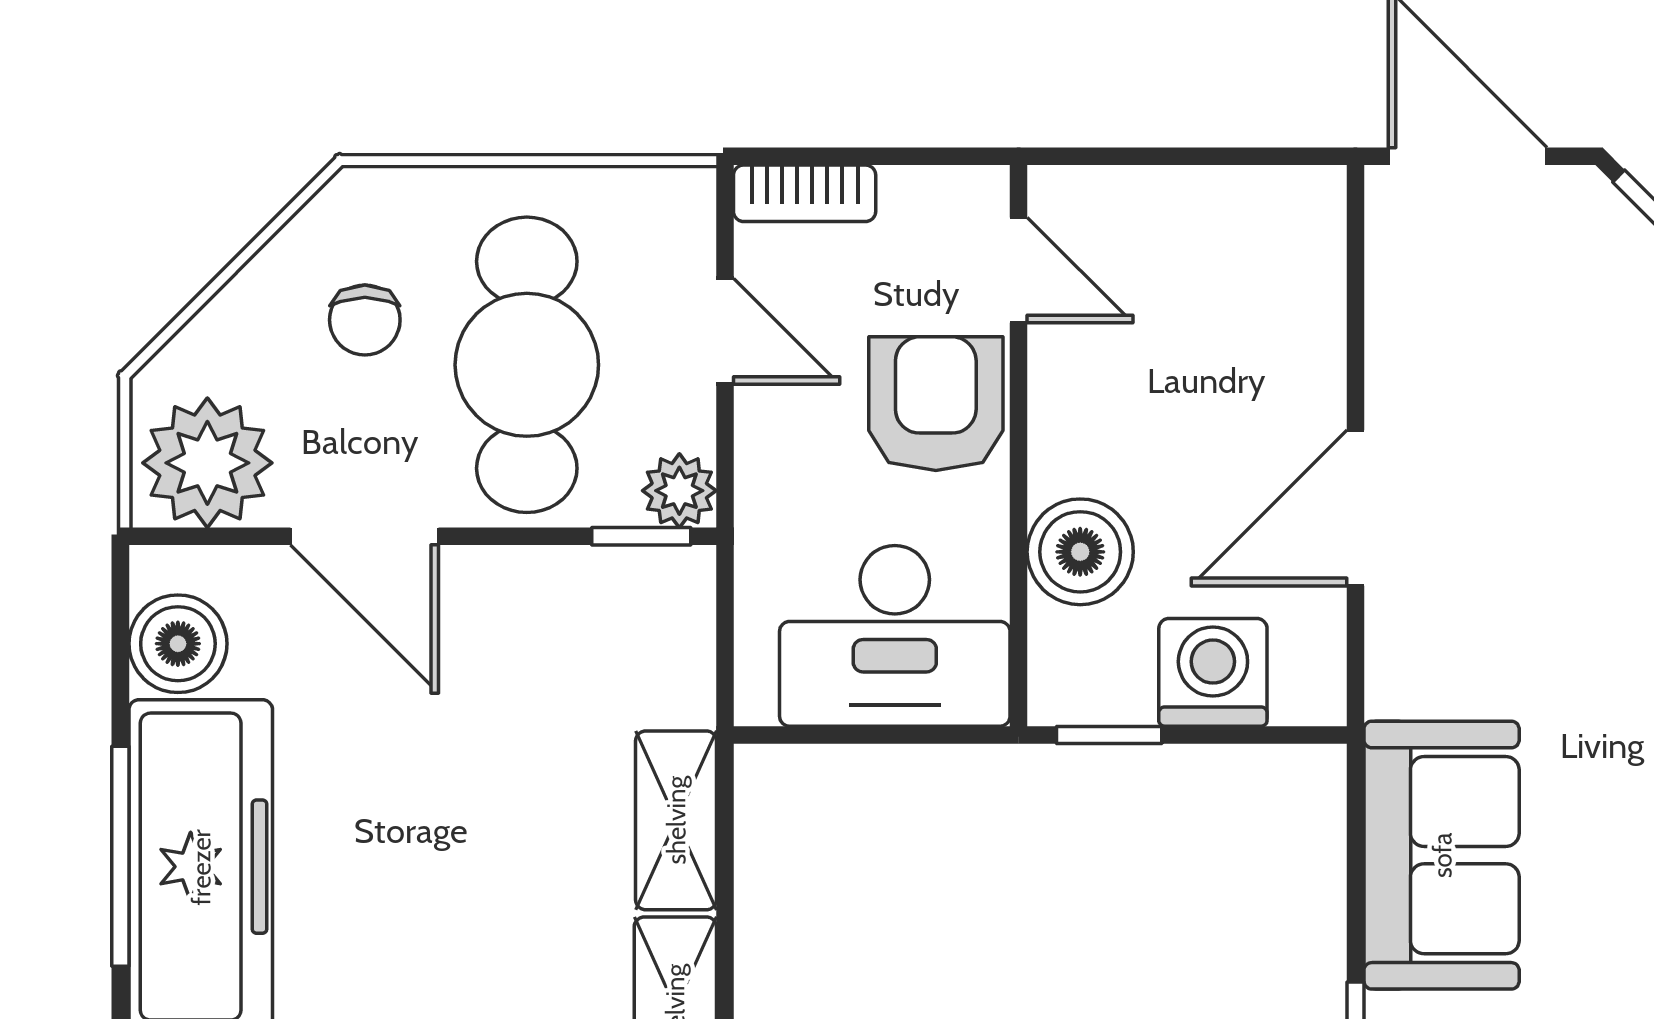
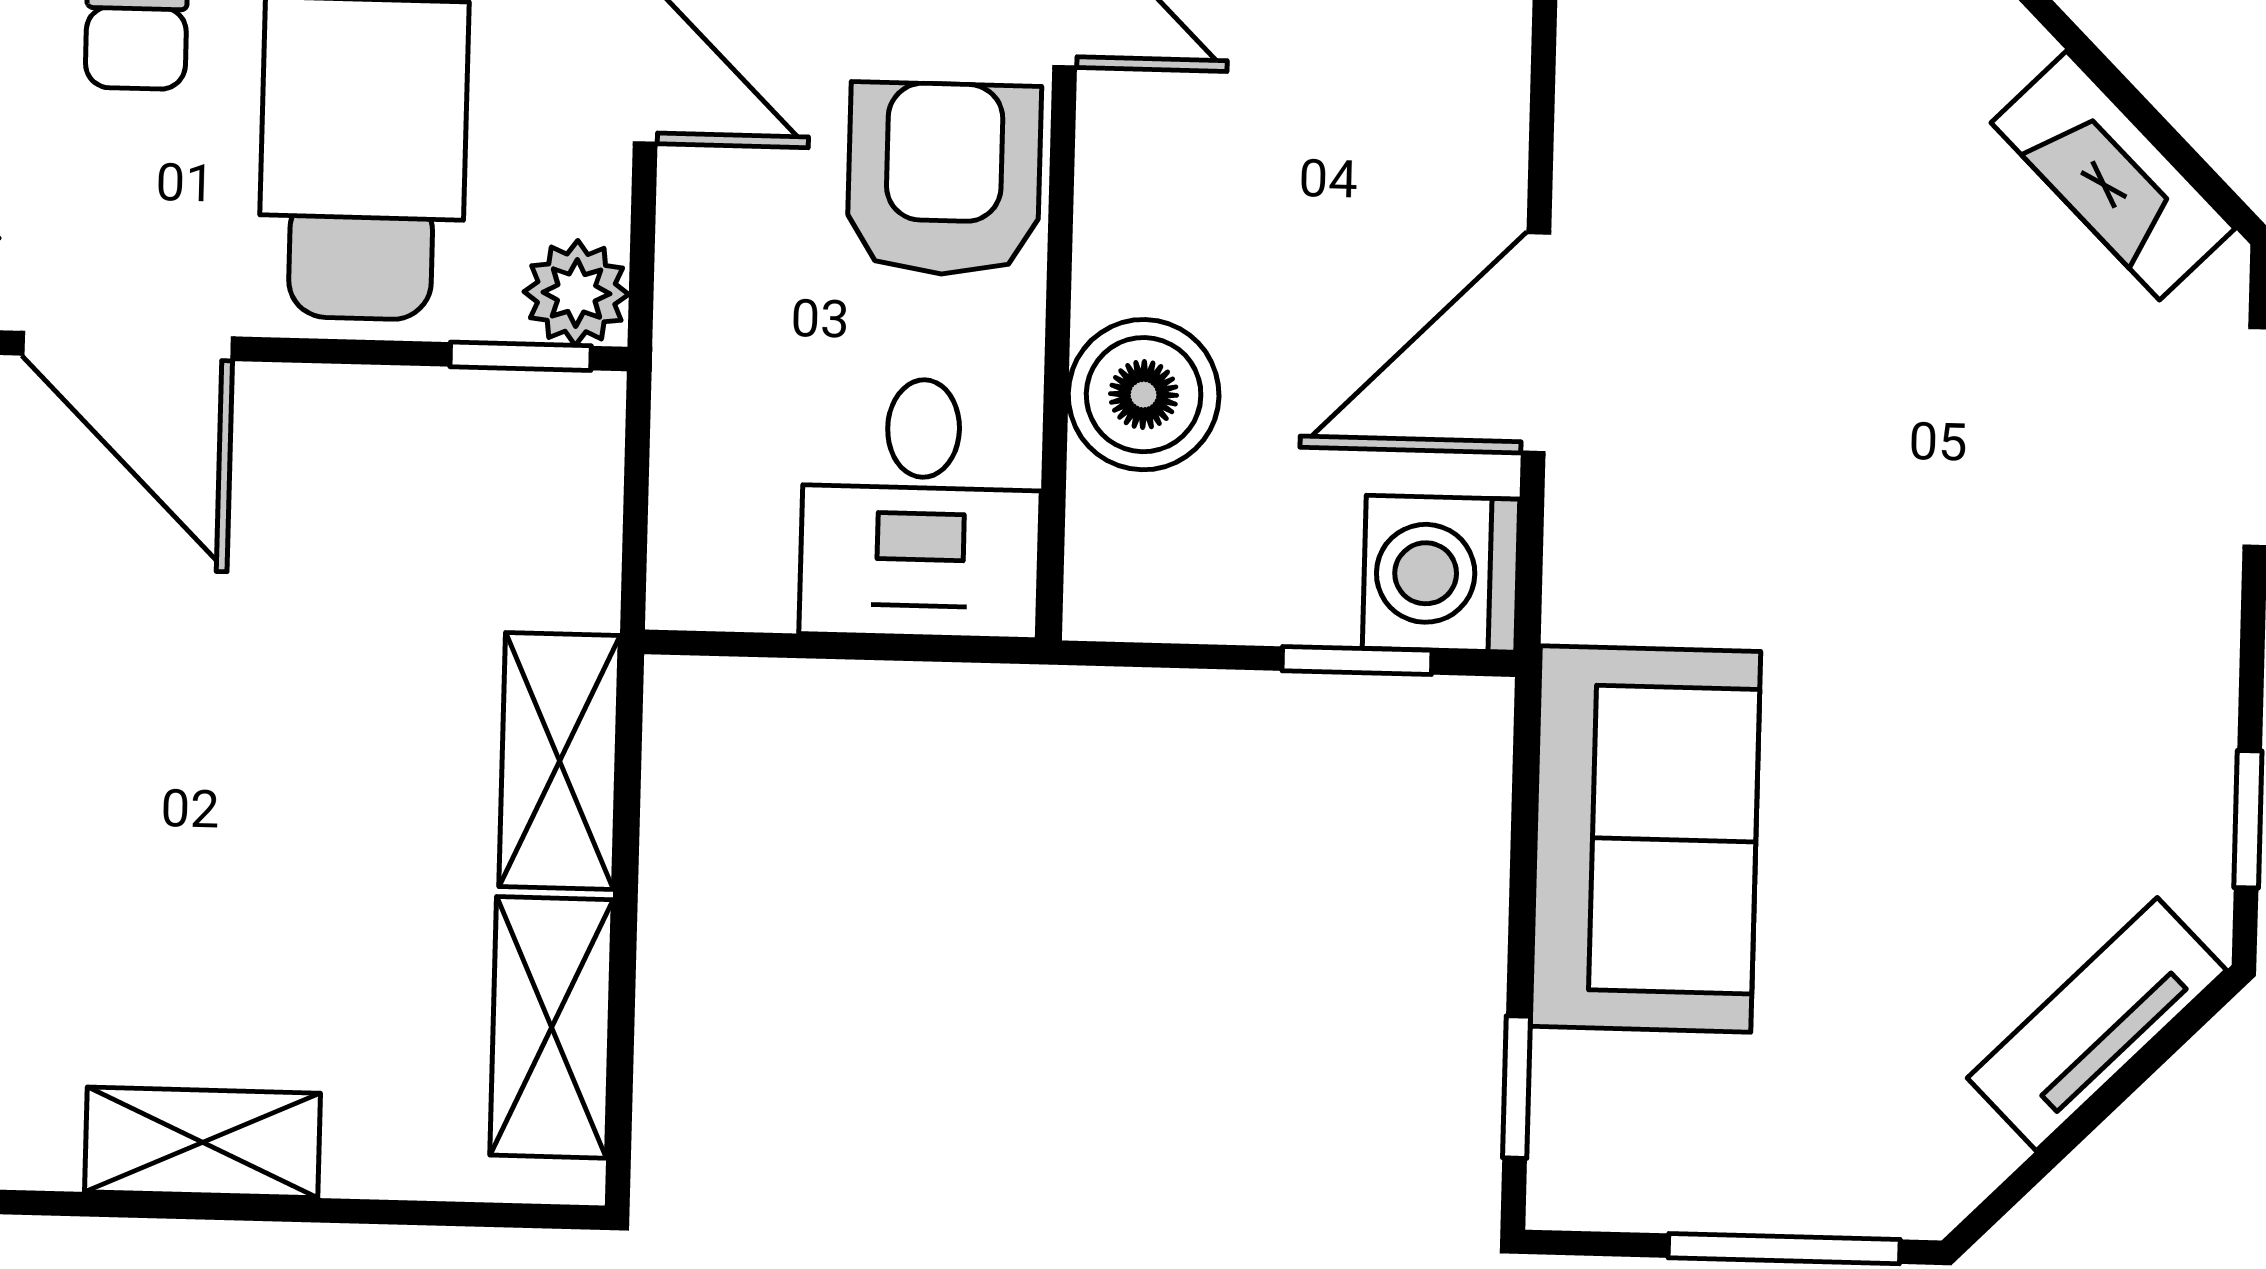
desk: (895, 636) -> (921, 508), width x0.73
washing machine: (1213, 672) -> (1441, 574), moved, turned -90
window: (1109, 735) -> (1357, 661), moved

